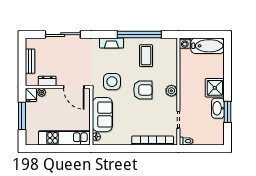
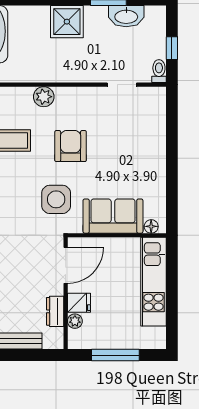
plant: (171, 91) -> (44, 97), moved
fridge: (31, 95) -> (79, 303), moved
washbasin: (218, 108) -> (126, 16), moved
bookcase: (153, 141) -> (158, 129), removed
window: (199, 149) -> (172, 48), added

